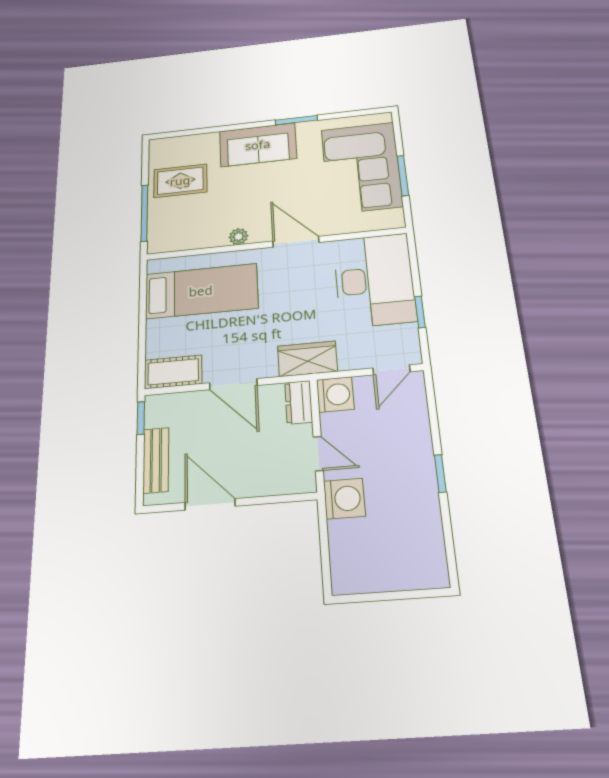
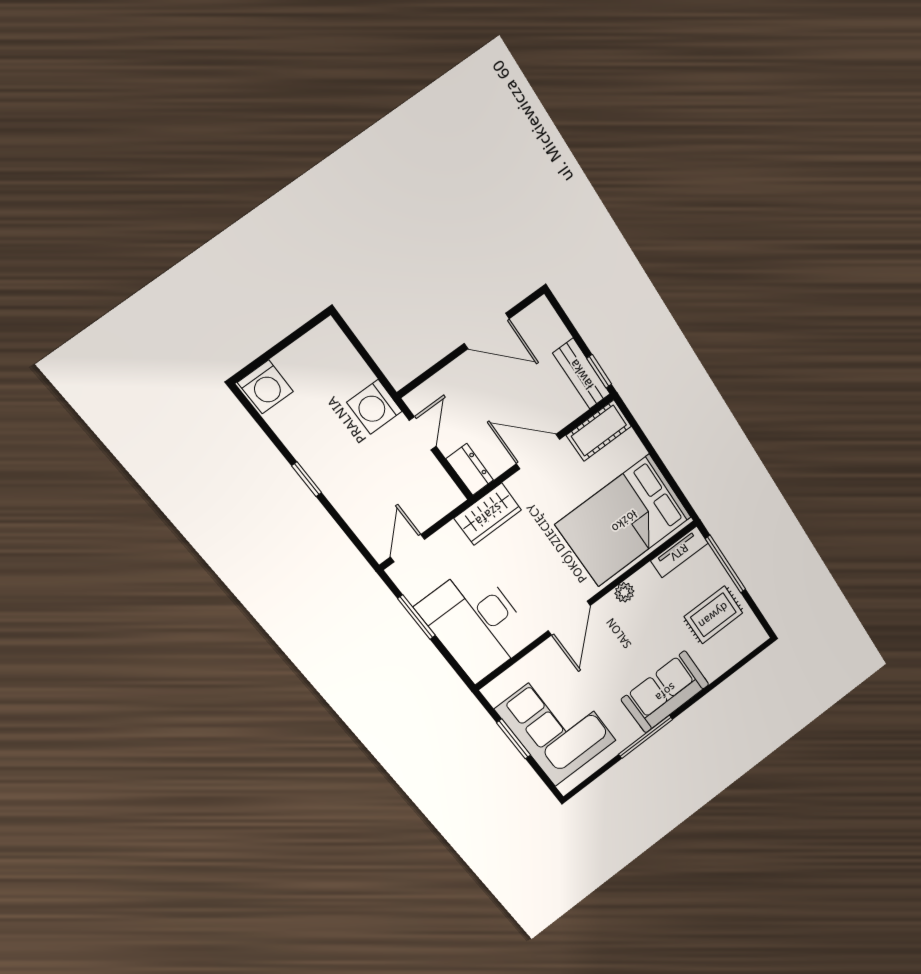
window: (296, 120) -> (646, 737), width x1.44
tv unit: (174, 242) -> (679, 552), added
door: (296, 242) -> (569, 618), hinge flipped
bed: (201, 291) -> (624, 521), width x1.50
window: (420, 312) -> (416, 617), width x1.50
washing machine: (335, 394) -> (265, 387), moved, turned -90
door: (318, 454) -> (423, 433), swing flipped
bench: (156, 460) -> (582, 374), moved

